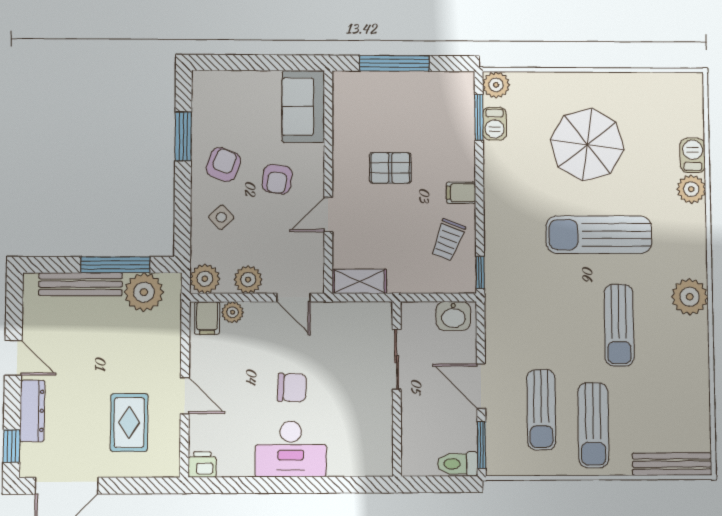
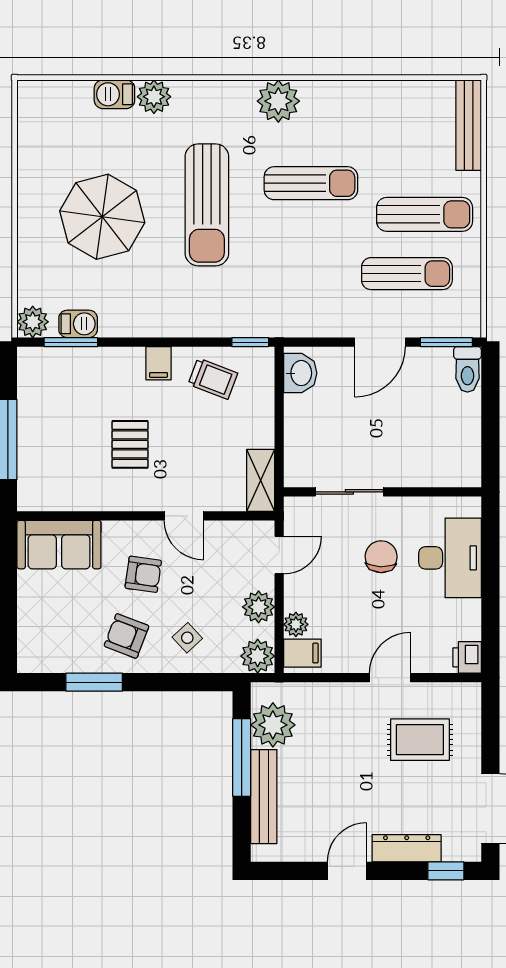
sliding door: (397, 359) -> (349, 492), moved
wall: (397, 389) -> (382, 492), moved

